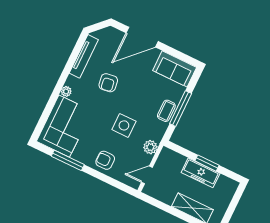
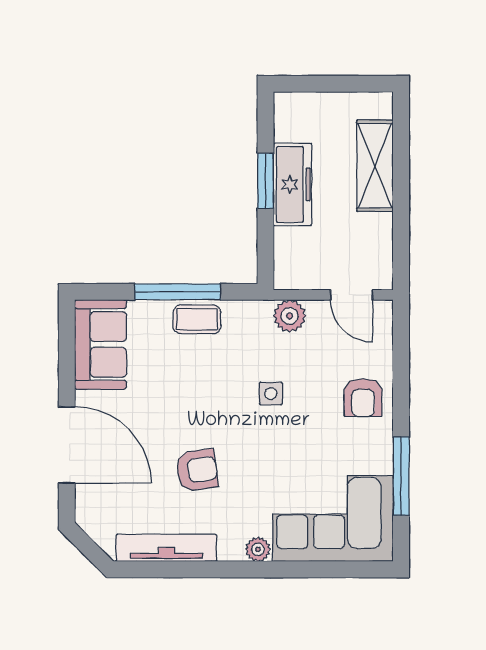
side table: (124, 125) -> (271, 393), width x0.54, depth x0.54

